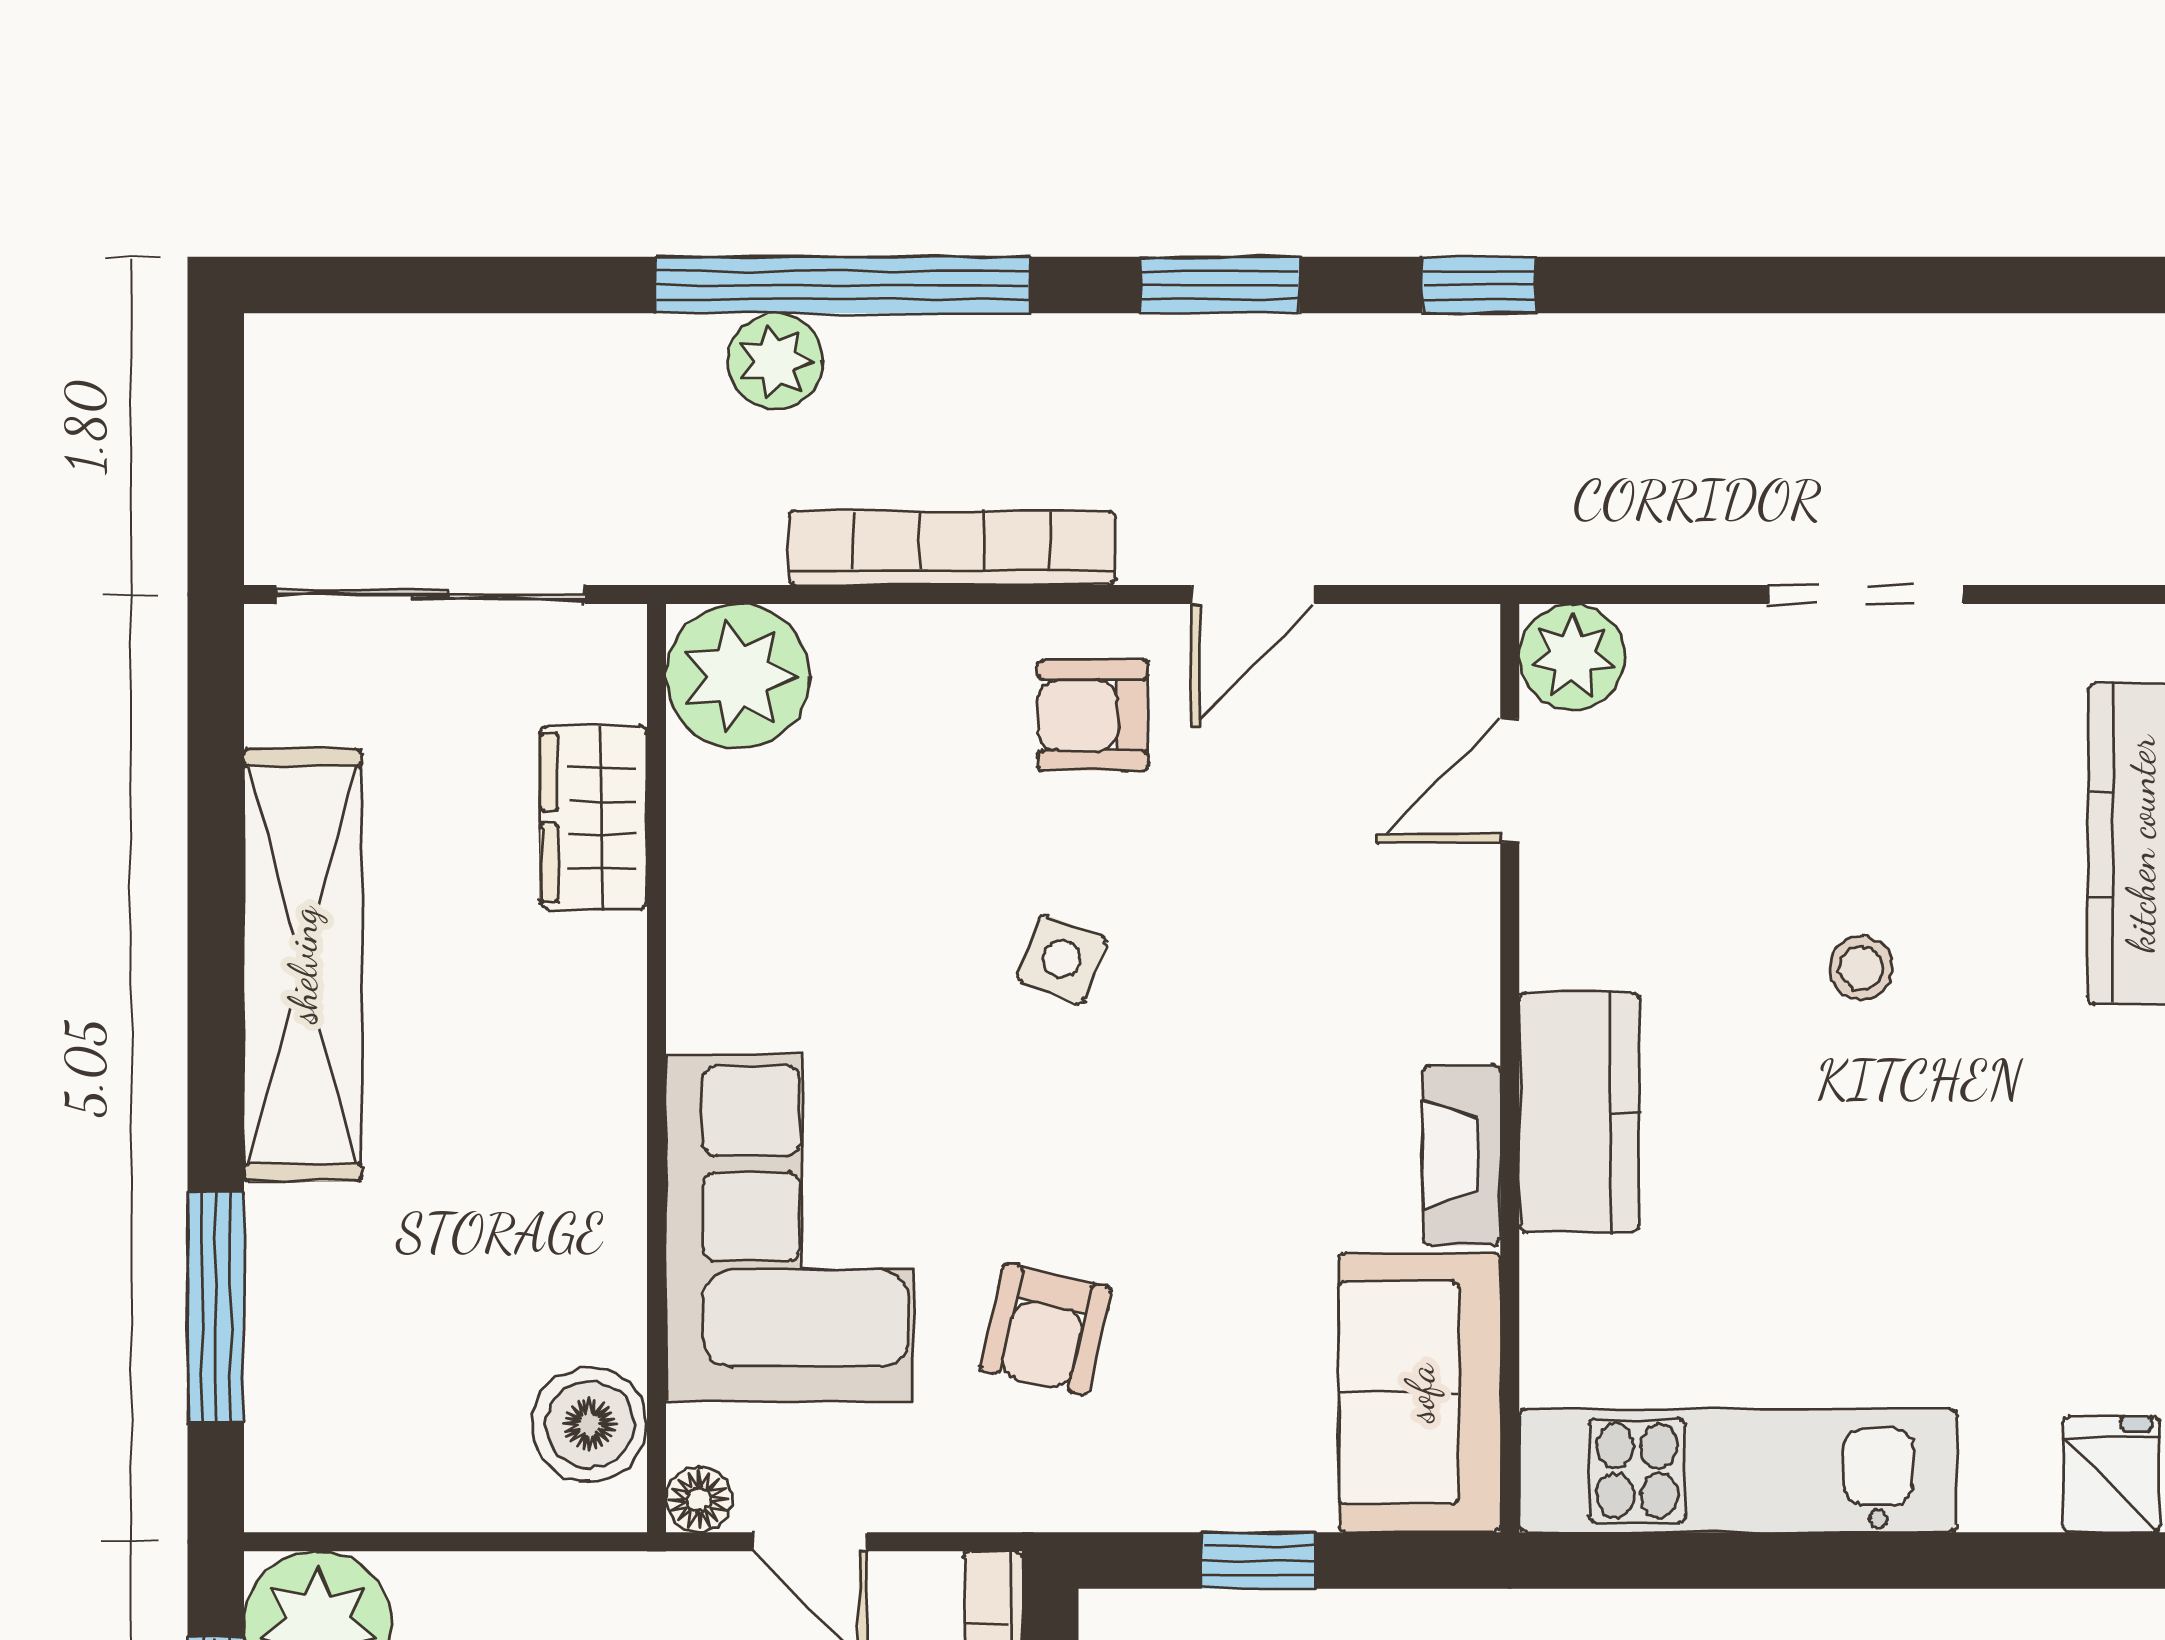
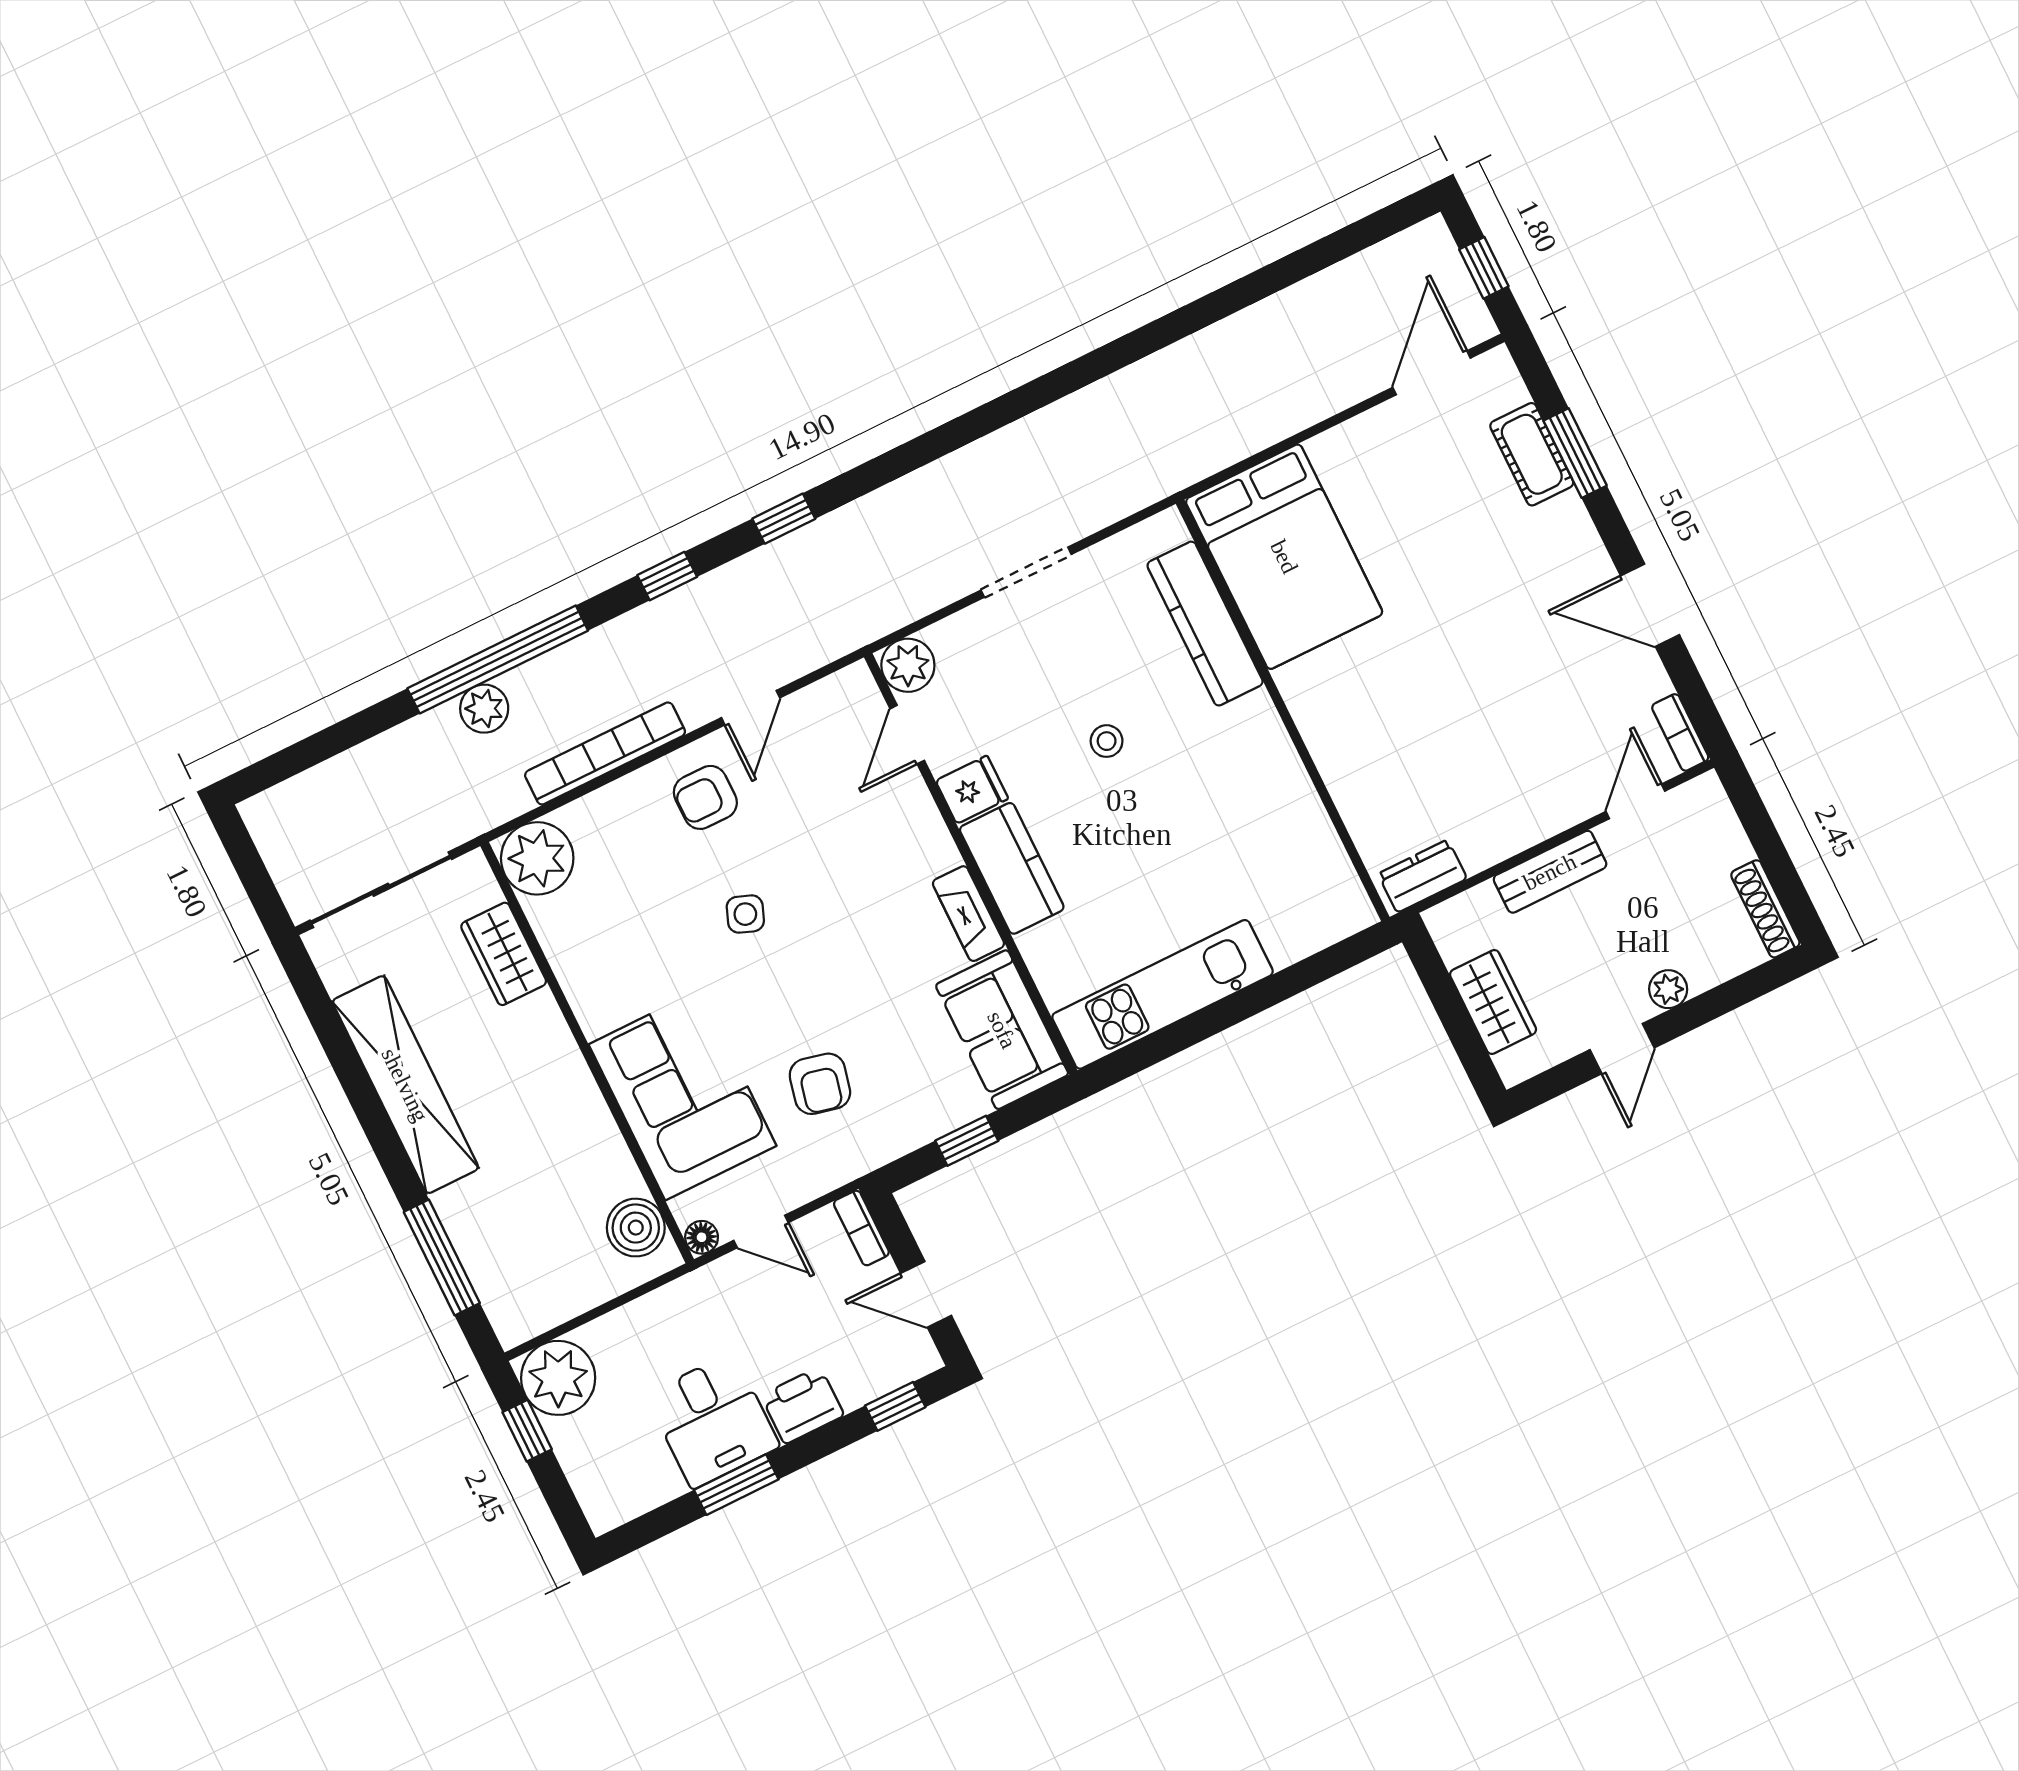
window: (1220, 285) -> (667, 576), width x0.67
fridge: (2111, 1474) -> (972, 790), moved, turned 90

